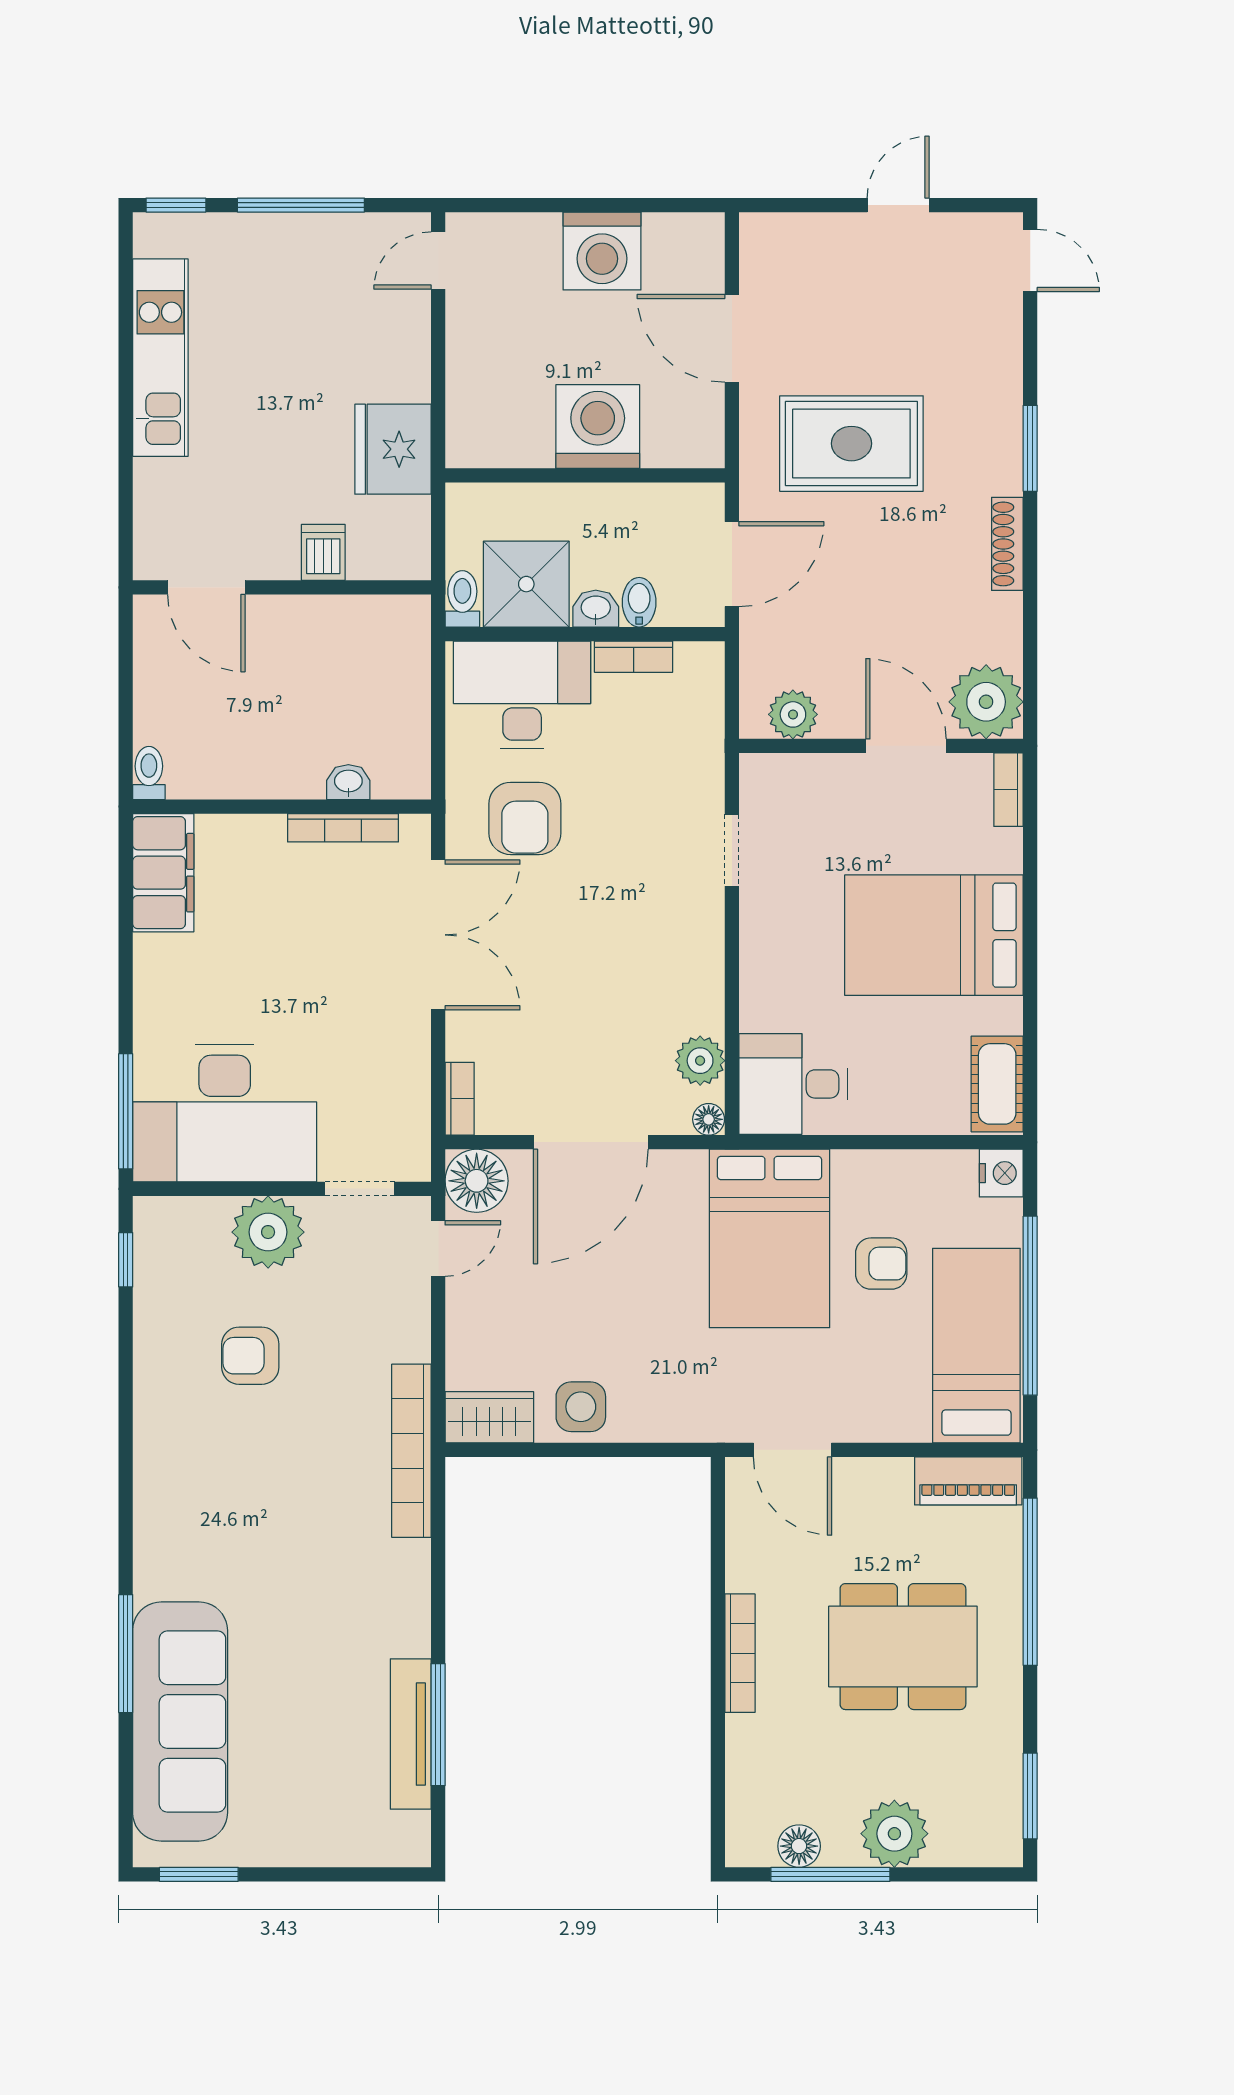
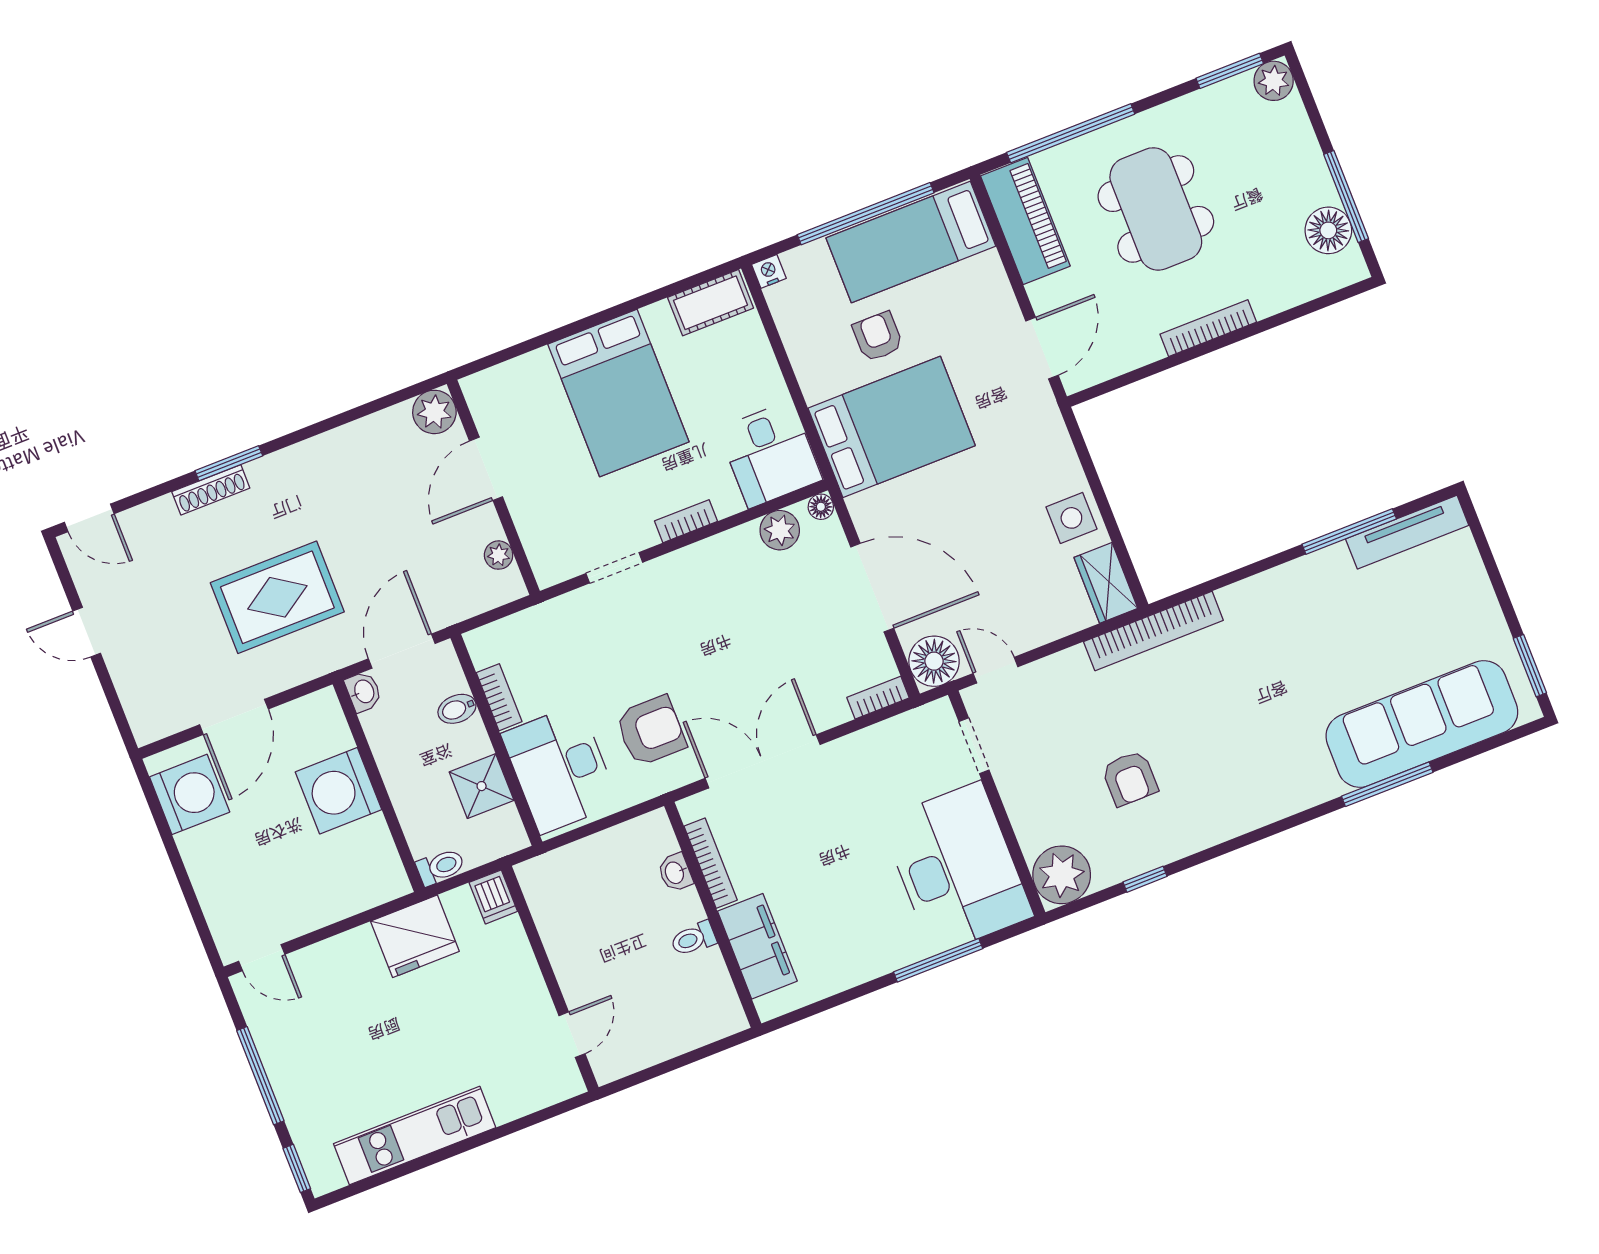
washing machine: (602, 251) -> (190, 794), moved
door: (1030, 260) -> (89, 518), swing flipped
rug: (851, 444) -> (277, 597), turned 90
shoe rack: (1007, 544) -> (211, 490), moved
dishwasher: (323, 552) -> (493, 897), moved, turned -90
door: (732, 564) -> (402, 651), hinge flipped
shower: (526, 584) -> (482, 786), width x0.73, depth x0.73
door: (206, 587) -> (572, 1035), width x0.73
toilet: (462, 599) -> (440, 867), moved, turned 180
washbasin: (596, 609) -> (363, 692), moved, turned 180
plant: (986, 702) -> (434, 412), width x0.73, depth x0.73
plant: (793, 714) -> (499, 555), width x0.73, depth x0.73
toilet: (149, 773) -> (693, 939), moved
bookcase: (1008, 790) -> (686, 521), moved, turned 180
filing cabinet: (163, 873) -> (757, 946), moved, turned 90
window: (126, 1111) -> (938, 960), moved
nightstand: (1001, 1173) -> (769, 271), width x0.72, depth x0.74
plant: (268, 1232) -> (1062, 875), moved
window: (126, 1260) -> (1145, 879), moved
piano: (968, 1481) -> (1025, 221), width x1.37, depth x1.33
tv unit: (411, 1734) -> (1407, 532), moved
plant: (894, 1834) -> (1274, 81), moved, width x0.73, depth x0.73
floor lamp: (799, 1846) -> (1328, 230), width x1.38, depth x1.38

